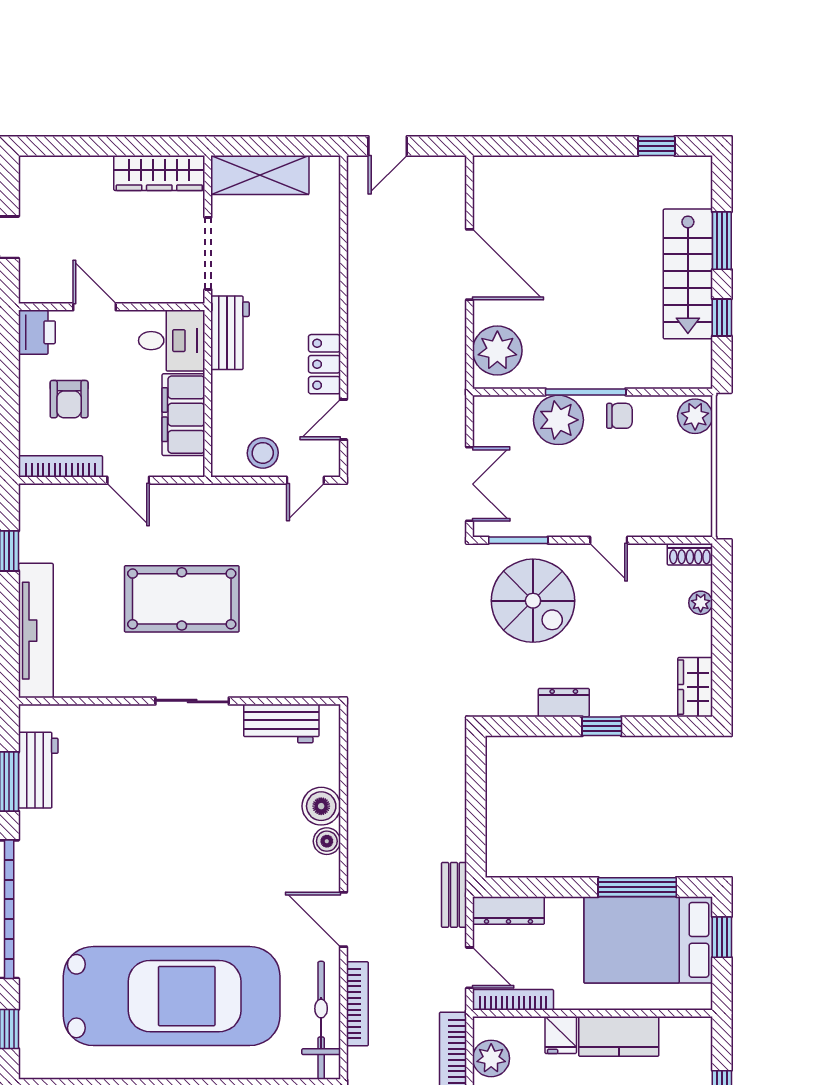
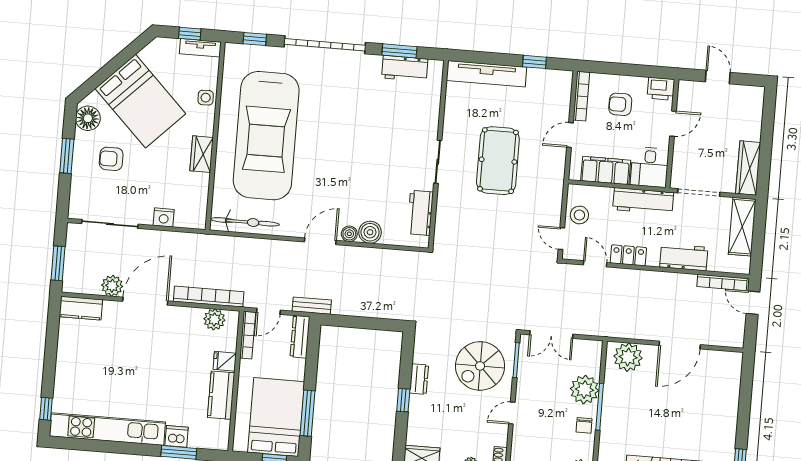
workbench: (320, 270) -> (684, 257), added
workbench: (230, 333) -> (643, 201), width x1.38
door: (343, 919) -> (320, 241), moved
bookcase: (357, 1004) -> (722, 282), moved

